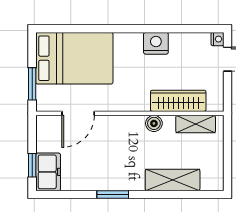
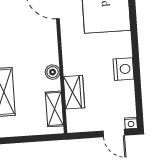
wardrobe: (178, 101) -> (74, 92), width x0.67

